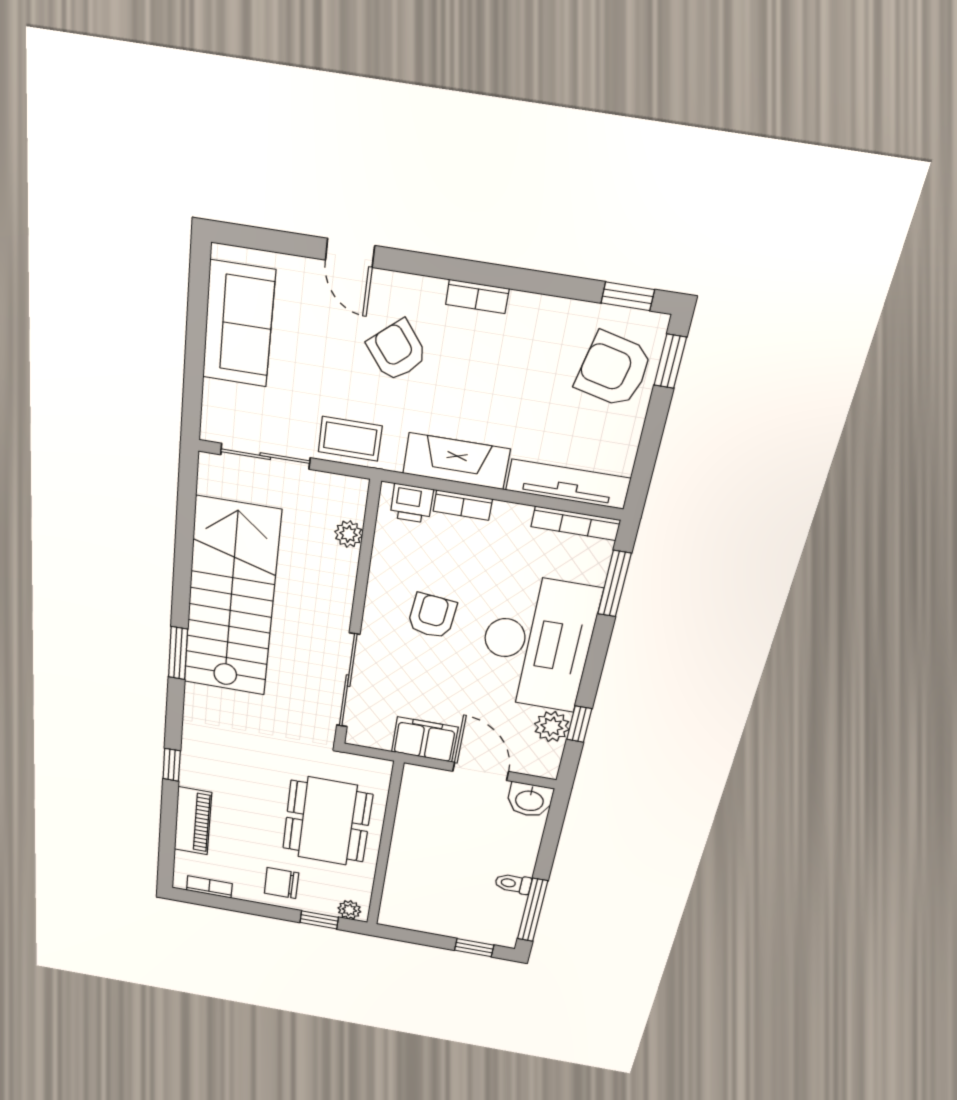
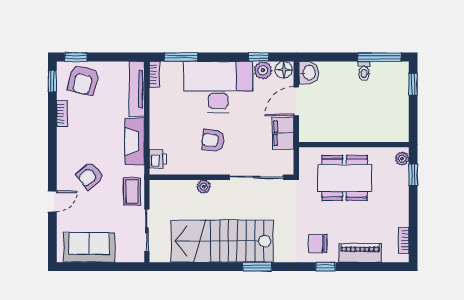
bookcase: (477, 297) -> (62, 113), moved
bookcase: (463, 505) -> (155, 135), removed
bookcase: (576, 523) -> (155, 74), width x0.64
plant: (349, 534) -> (204, 187), moved
floor lamp: (544, 761) -> (284, 70), added
chair: (281, 883) -> (318, 243), moved, turned 90

